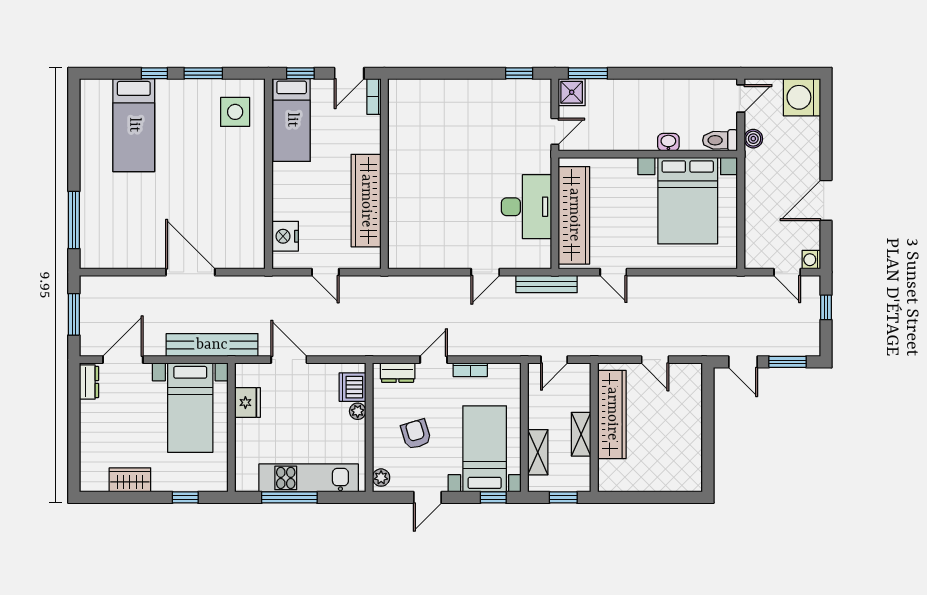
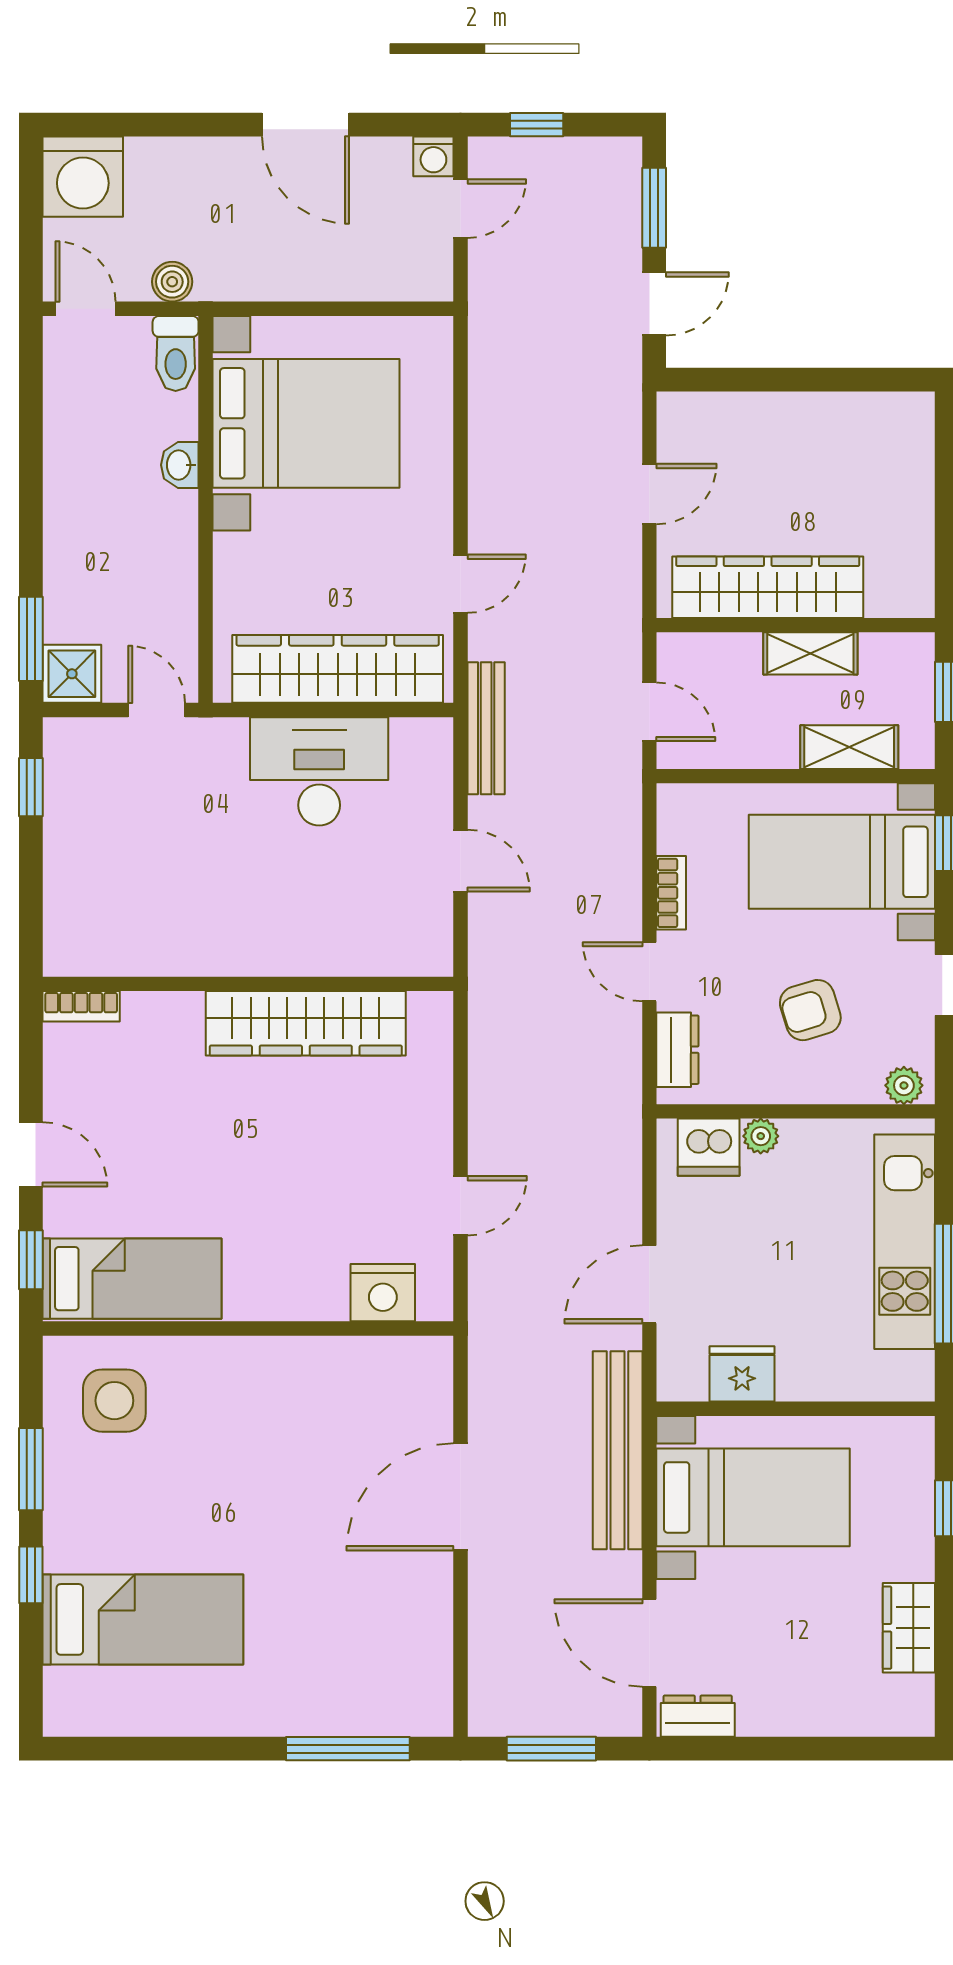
bookcase: (374, 96) -> (81, 1006), moved
wall: (384, 174) -> (248, 984), moved
wardrobe: (366, 201) -> (306, 1023), moved

